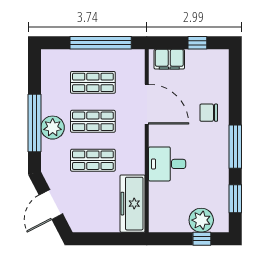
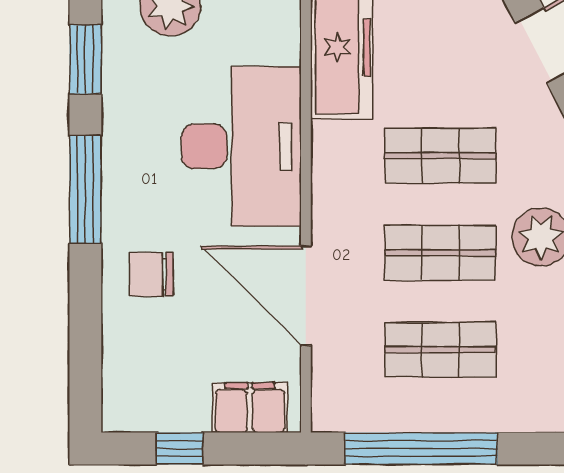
chair: (209, 113) -> (151, 274), turned 180
desk: (167, 164) -> (241, 146), width x1.87, depth x1.30

